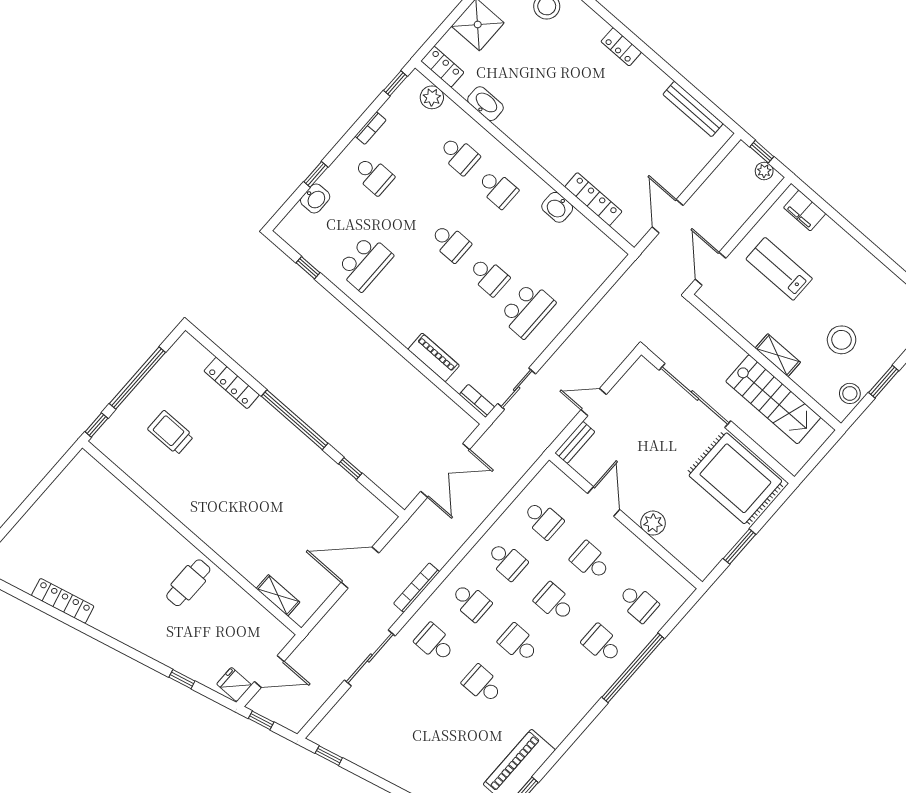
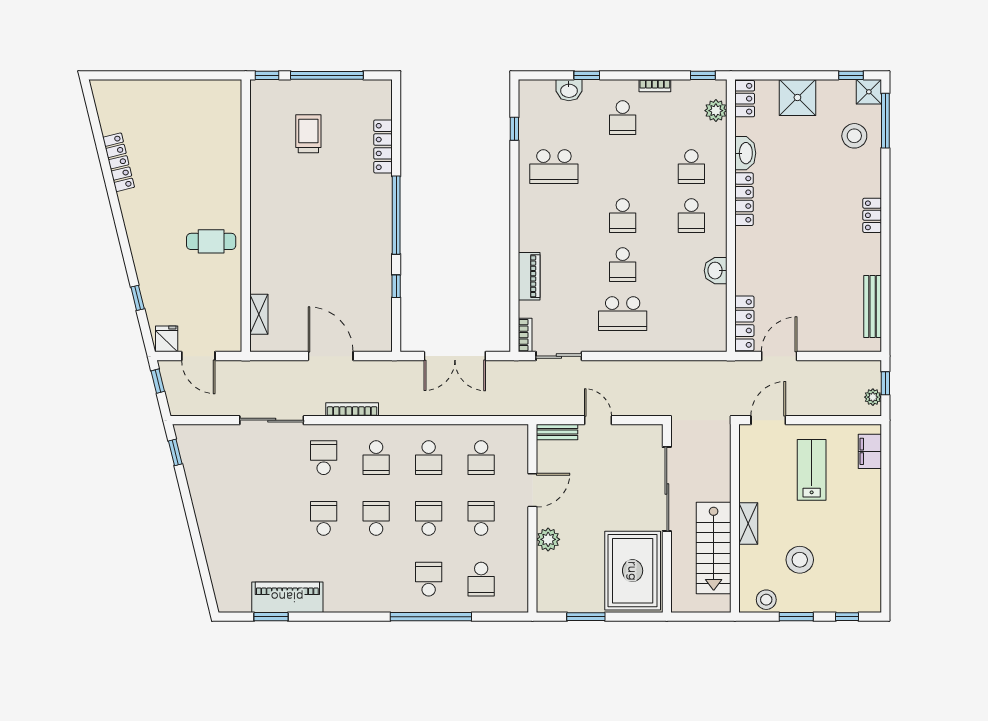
locker: (521, 136) -> (744, 199), added
locker: (593, 199) -> (744, 323), moved

